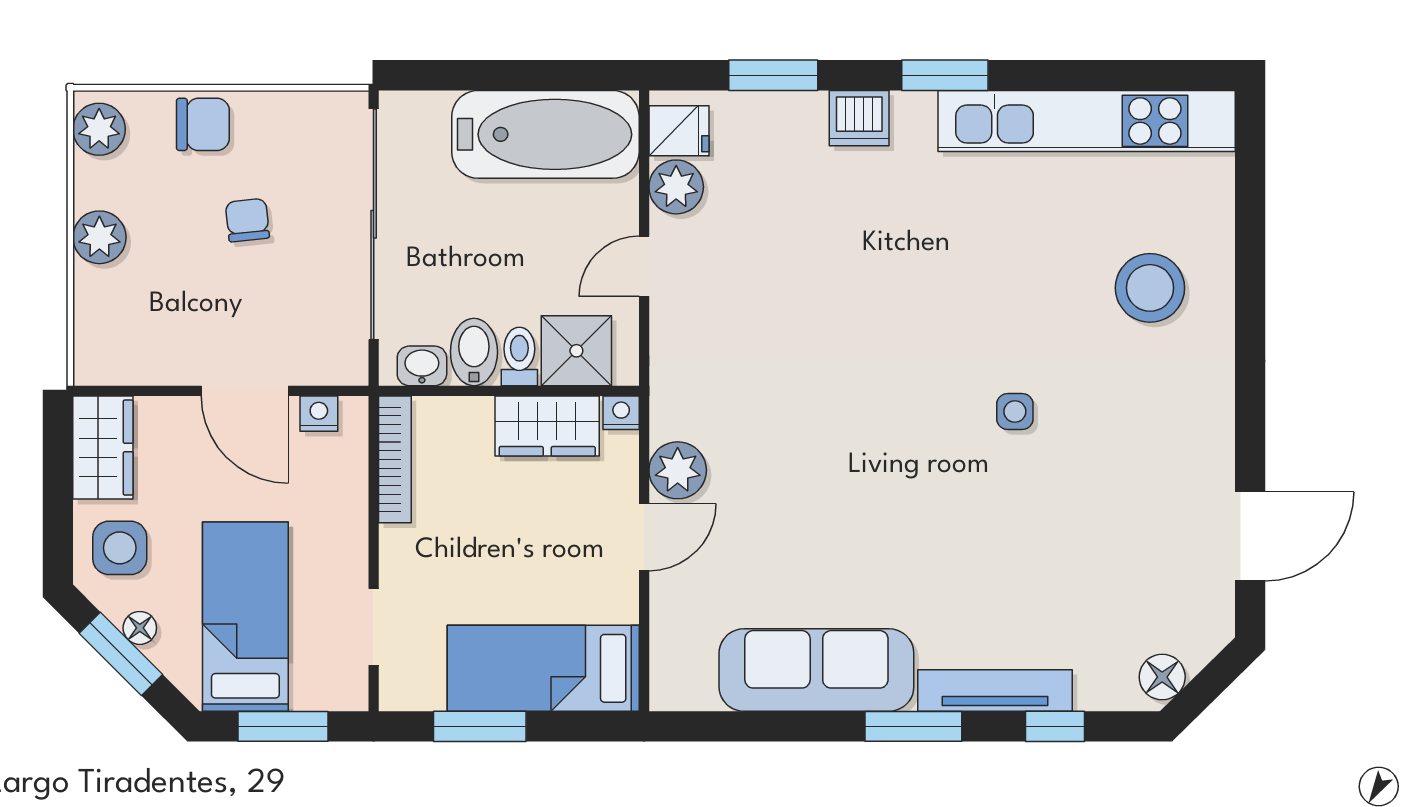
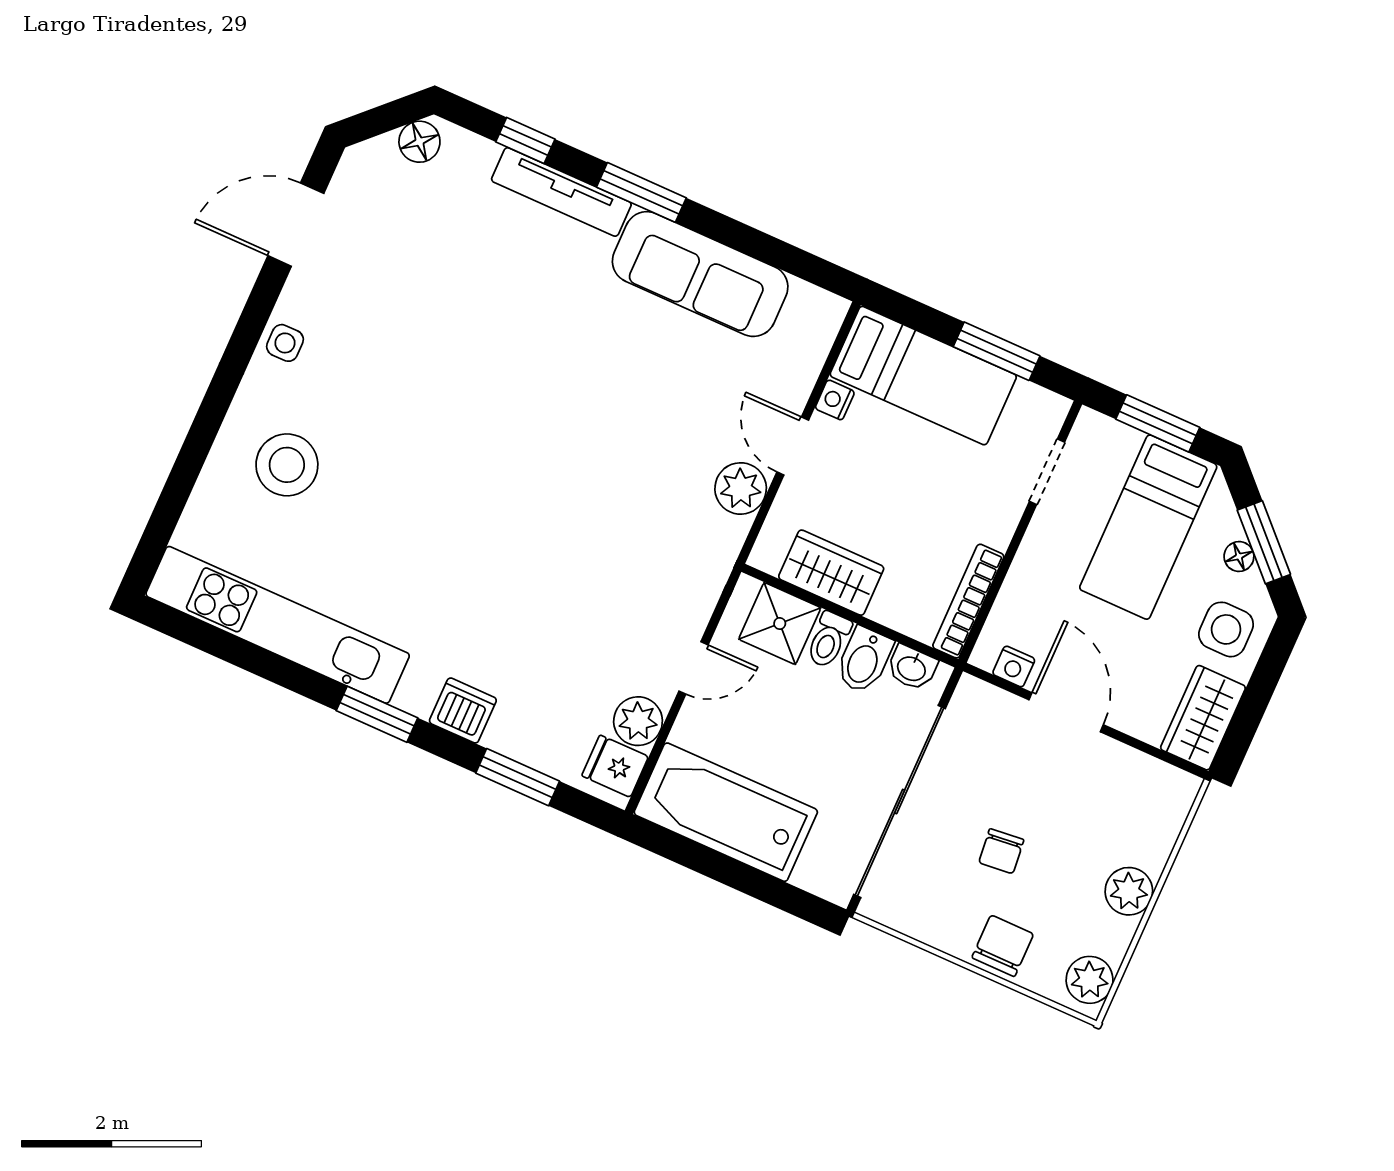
chair: (203, 124) -> (1003, 946), turned 90
side table: (1015, 412) -> (285, 343), moved
nightstand: (621, 413) -> (835, 400), moved, turned 90
door: (644, 537) -> (793, 446), hinge flipped

